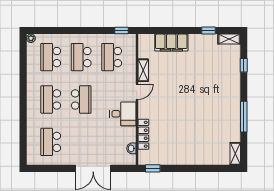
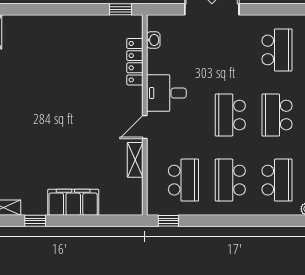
filing cabinet: (171, 43) -> (73, 202), moved
school desk: (81, 57) -> (230, 180), turned 180
school desk: (51, 99) -> (277, 115), turned 180

